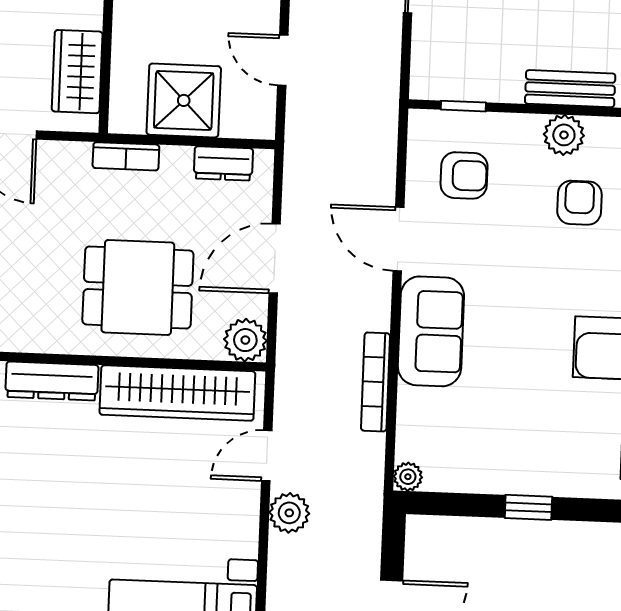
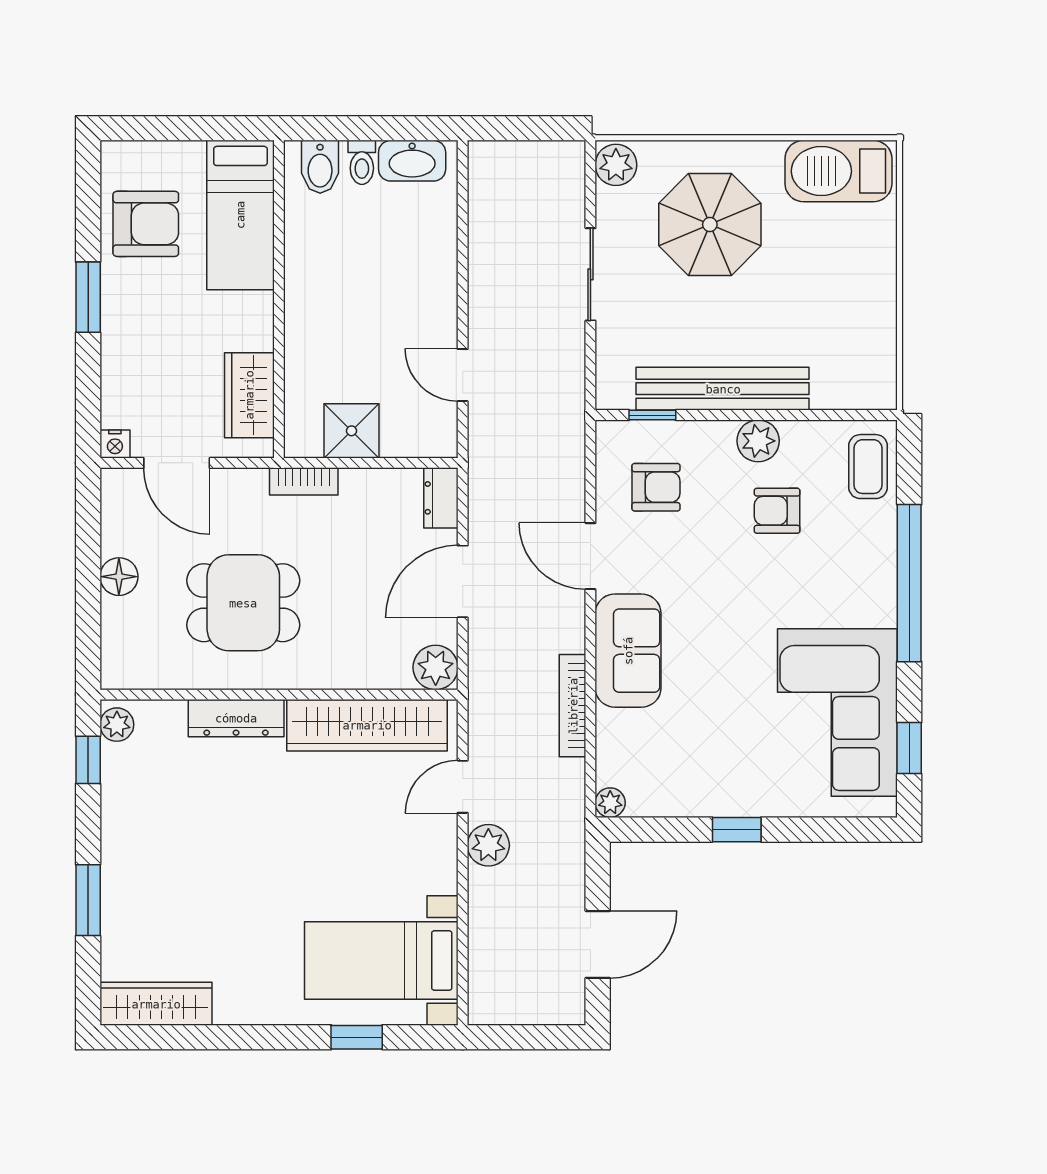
bench: (570, 89) -> (723, 389), width x1.86, depth x1.21
shower: (184, 100) -> (352, 431), width x0.73, depth x0.73
dresser: (223, 163) -> (441, 498), moved, turned 90
armchair: (579, 203) -> (777, 511), turned -90
dining table: (138, 287) -> (243, 603), moved

